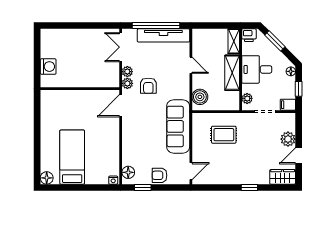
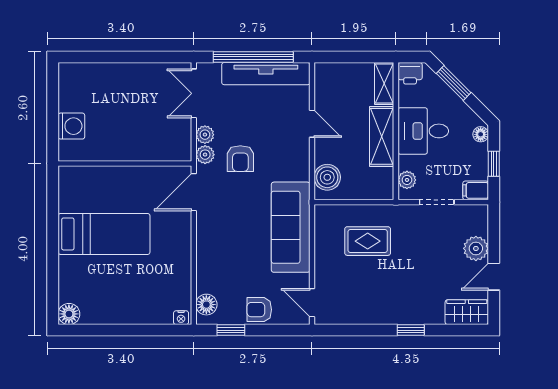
bed: (72, 157) -> (104, 234), moved, turned 90
door: (191, 171) -> (312, 303), swing flipped

